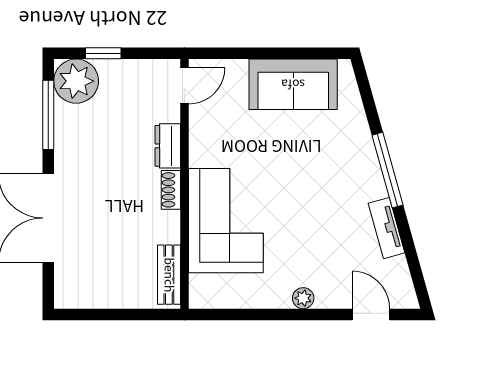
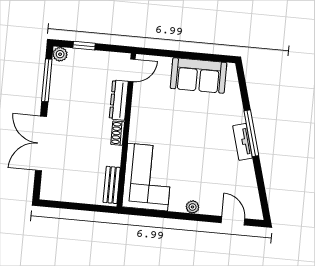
plant: (76, 81) -> (60, 54), width x0.53, depth x0.53
dresser: (168, 146) -> (119, 100), width x1.44
corner sofa: (226, 221) -> (148, 177), moved
tv unit: (386, 228) -> (243, 142), moved

